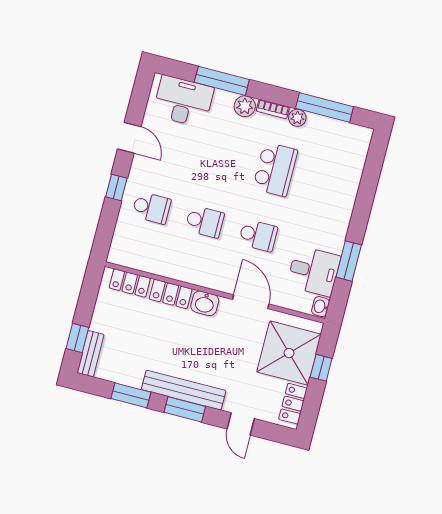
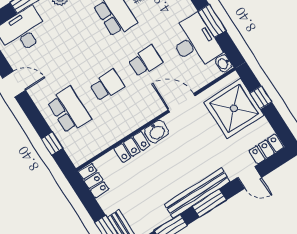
window: (116, 187) -> (52, 144), moved
school desk: (151, 208) -> (69, 110), width x1.85
desk: (314, 271) -> (195, 42), width x1.37
locker: (130, 283) -> (94, 181), moved, turned -90
locker: (293, 404) -> (266, 149), moved, turned 90

